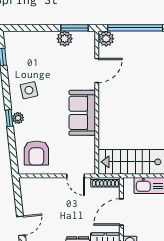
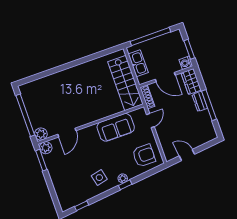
plant: (65, 39) -> (46, 148), moved
door: (97, 70) -> (67, 133), swing flipped
sofa: (82, 113) -> (116, 127), moved
door: (21, 226) -> (187, 155), moved

